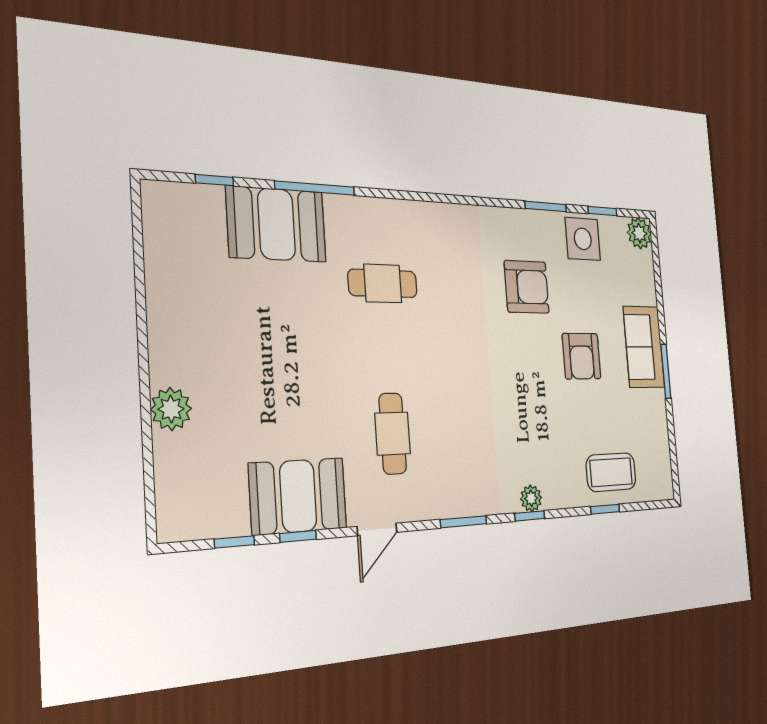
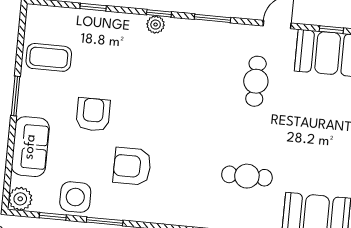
sofa: (644, 347) -> (30, 147), moved
coffee table: (611, 472) -> (49, 57), moved

